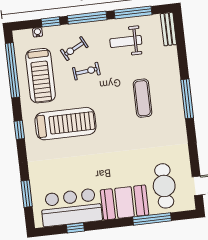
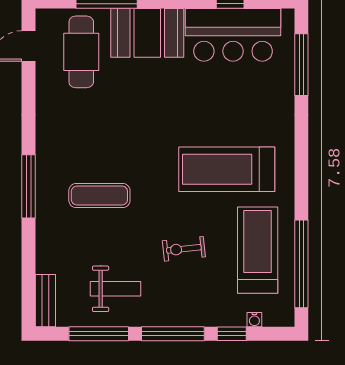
exercise bike: (74, 49) -> (199, 287), removed
exercise mat: (143, 98) -> (99, 196), turned 90
window: (19, 130) -> (301, 168), removed
window: (27, 194) -> (301, 65), width x1.44

